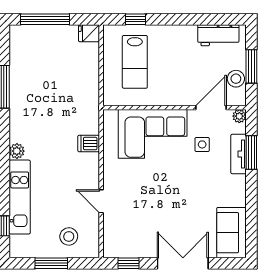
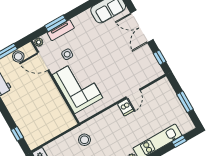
lab bench: (135, 62) -> (42, 120), removed
dishwasher: (89, 144) -> (126, 107), moved
stool: (69, 236) -> (84, 140), moved

